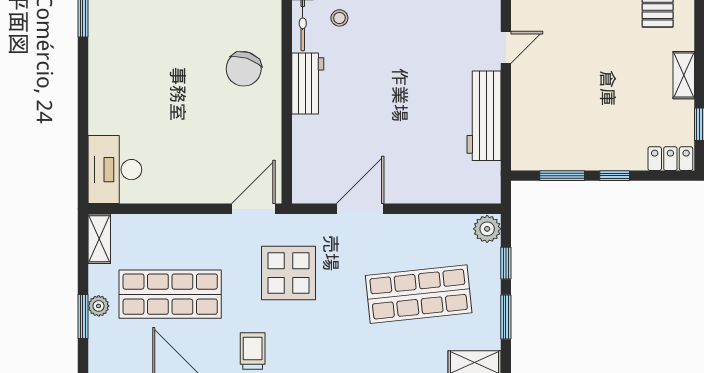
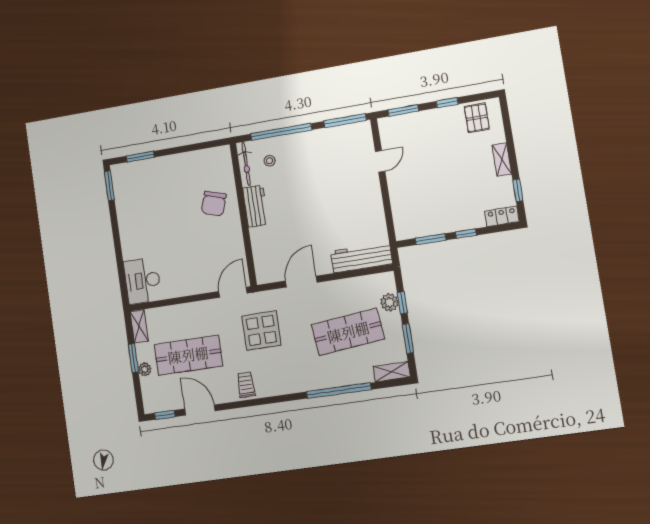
workbench: (484, 116) -> (361, 258), moved, turned 90
plant: (487, 229) -> (389, 302), moved
window: (83, 317) -> (133, 358), moved

